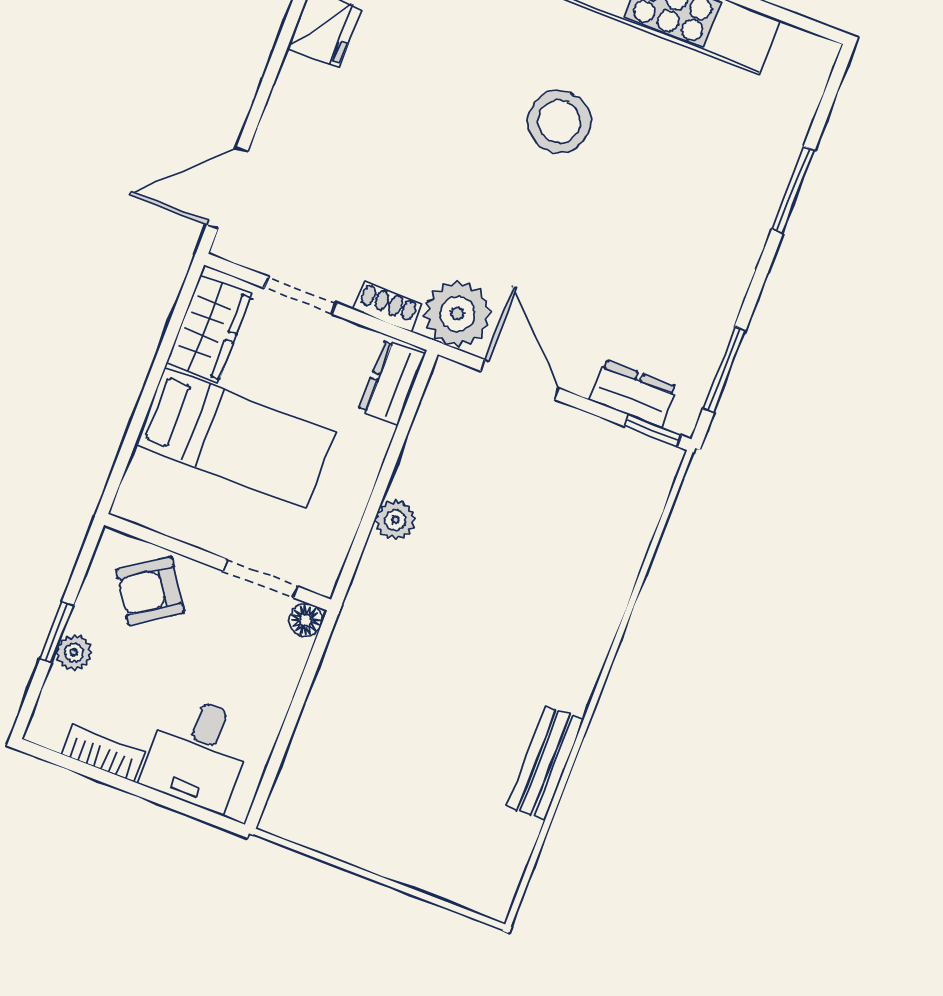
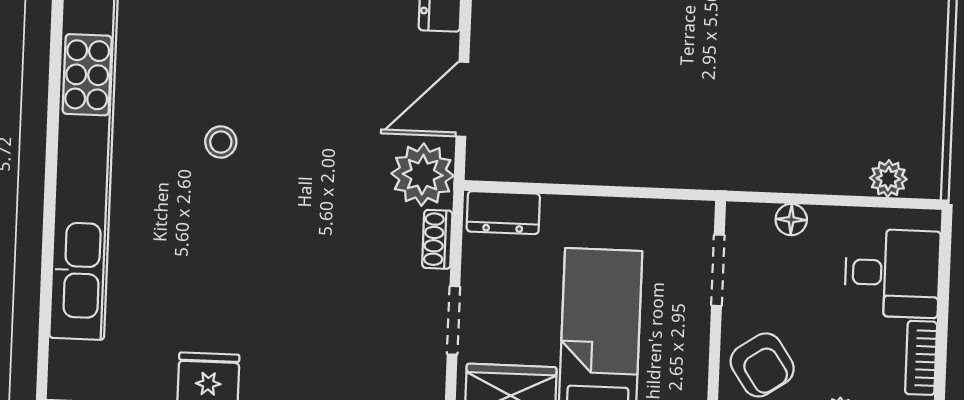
stool: (559, 122) -> (221, 142), width x0.53, depth x0.53
plant: (395, 520) -> (888, 179), moved
floor lamp: (306, 620) -> (791, 220), moved

